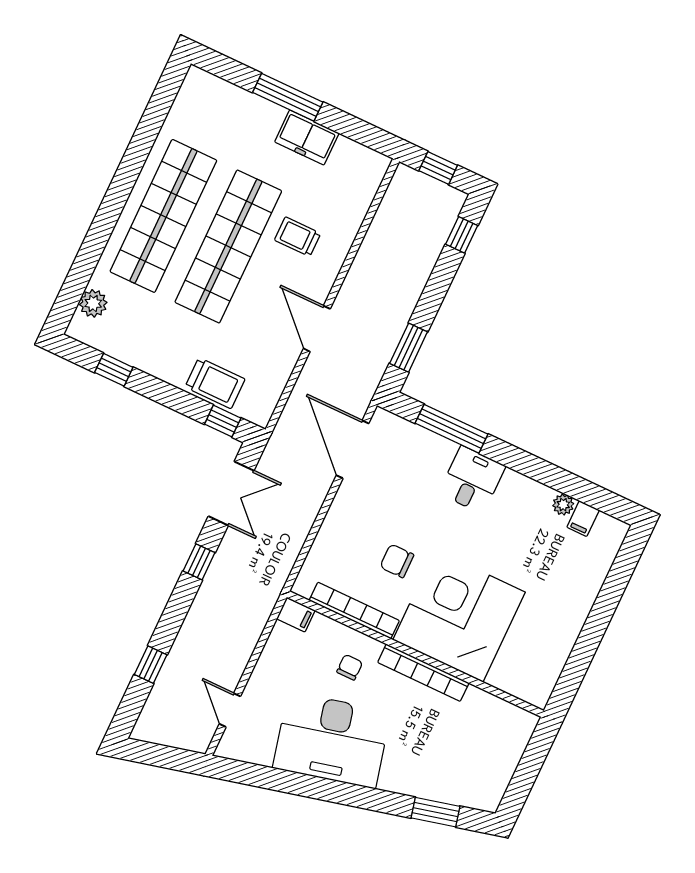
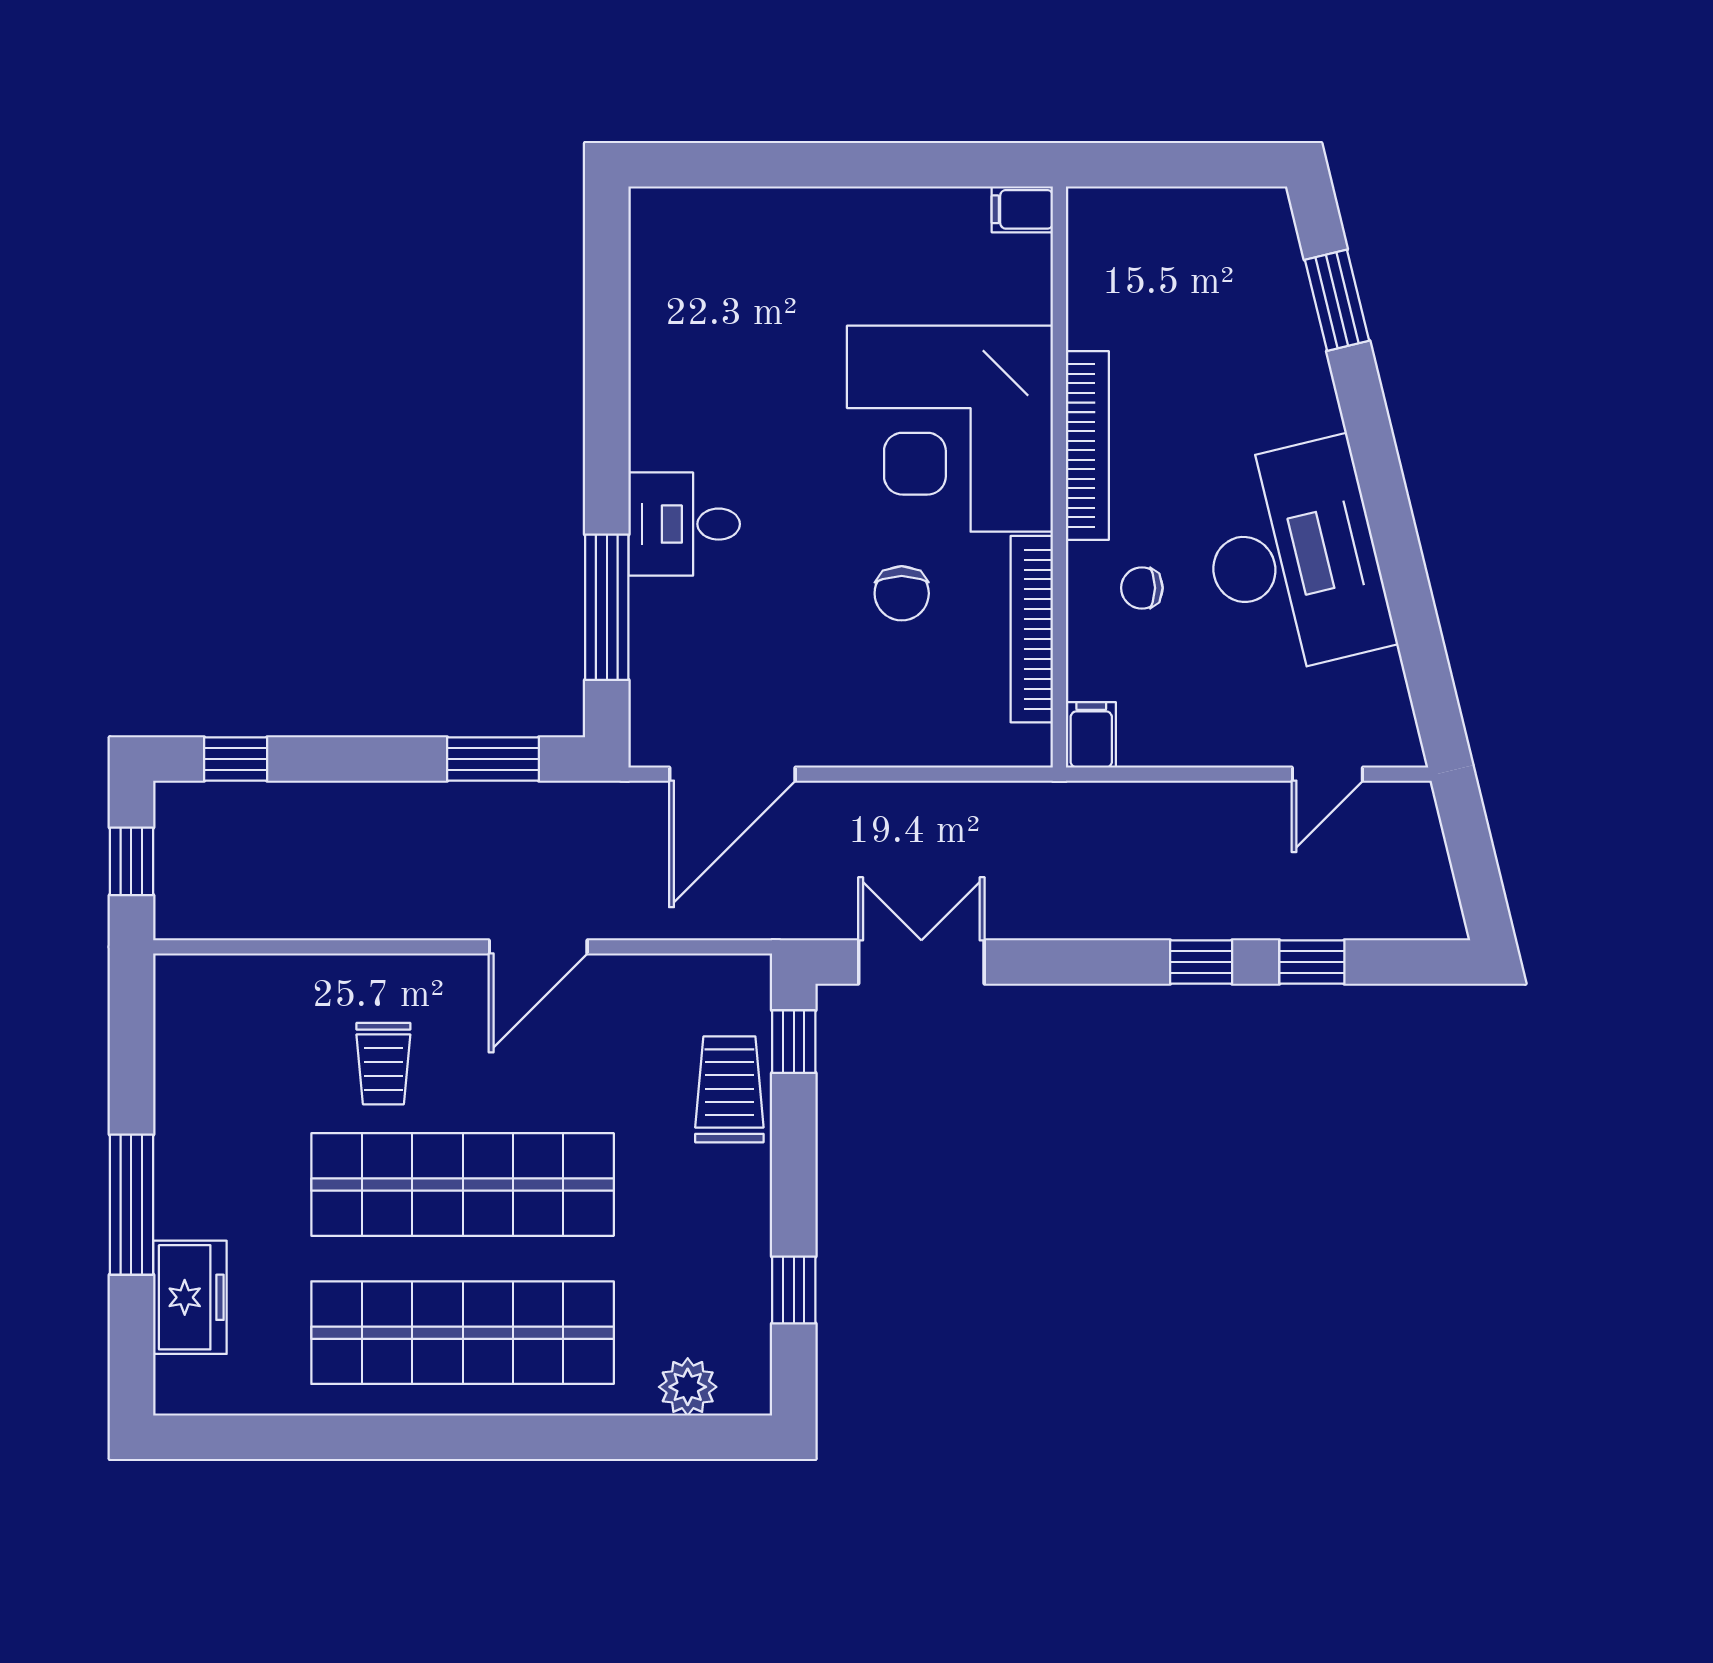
freezer: (307, 137) -> (190, 1297), moved
plant: (563, 505) -> (650, 332), removed
filing cabinet: (583, 519) -> (1022, 209), moved, turned 180
window: (199, 562) -> (1201, 962), moved

